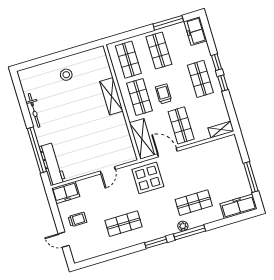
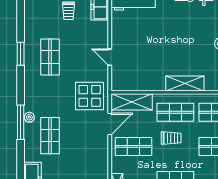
window: (156, 242) -> (21, 54), moved

